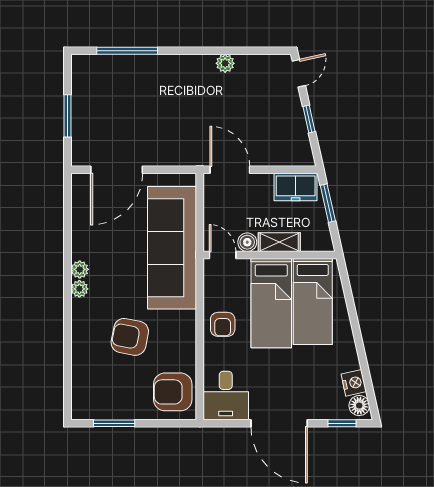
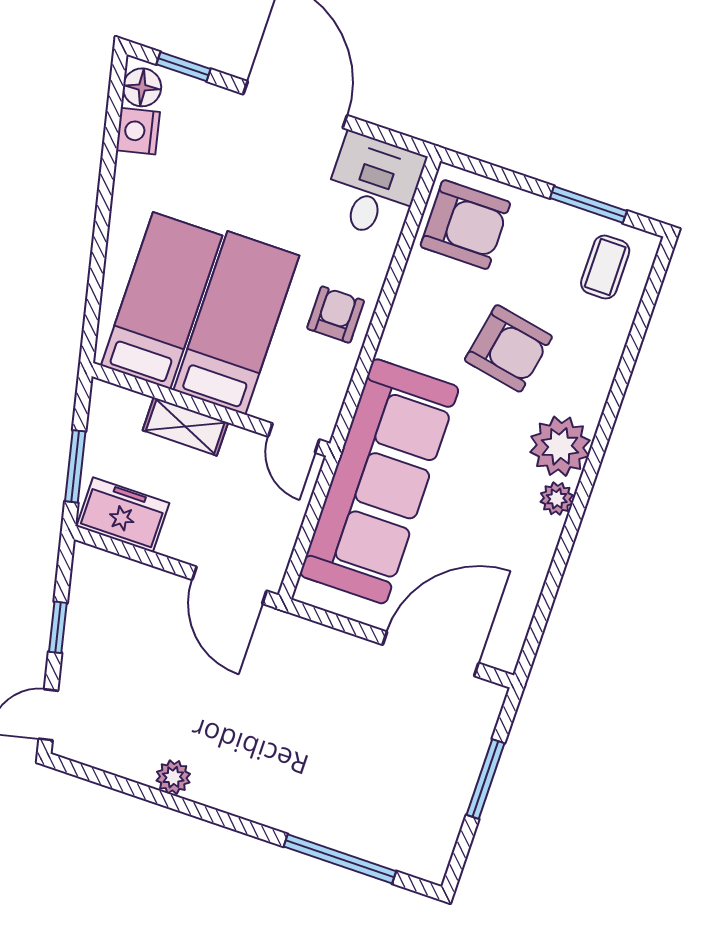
boiler: (247, 242) -> (242, 446), removed
plant: (79, 289) -> (560, 446), width x1.87, depth x1.87
coffee table: (95, 394) -> (605, 267), added

